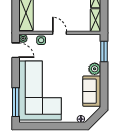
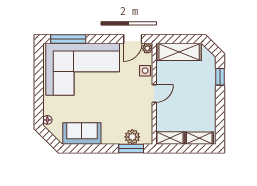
plant: (95, 69) -> (132, 137), moved

